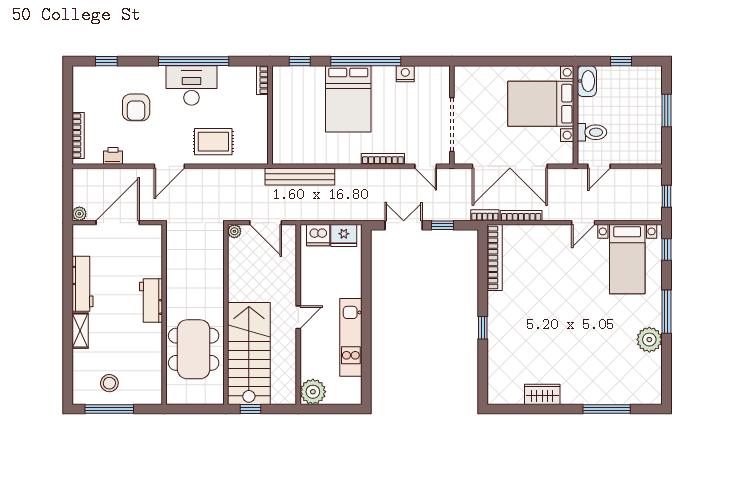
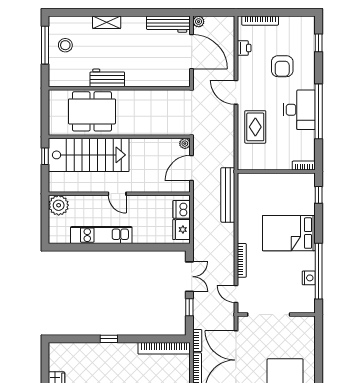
window: (366, 61) -> (319, 271), moved
armchair: (136, 107) -> (282, 66), turned -90
door: (426, 166) -> (236, 294), hinge flipped
workbench: (83, 284) -> (168, 24), moved
workbench: (151, 300) -> (107, 78), moved

